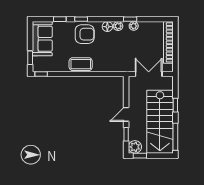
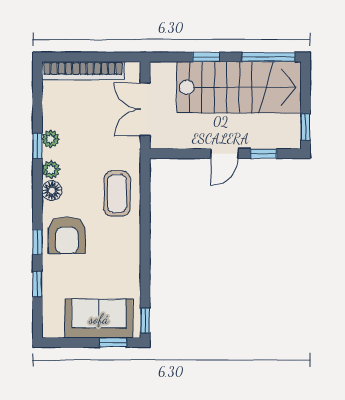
armchair: (85, 34) -> (67, 235), turned 180
sofa: (42, 39) -> (99, 319), moved
coffee table: (81, 64) -> (117, 194), moved
door: (126, 114) -> (224, 154), hinge flipped
plant: (135, 147) -> (288, 136), removed

